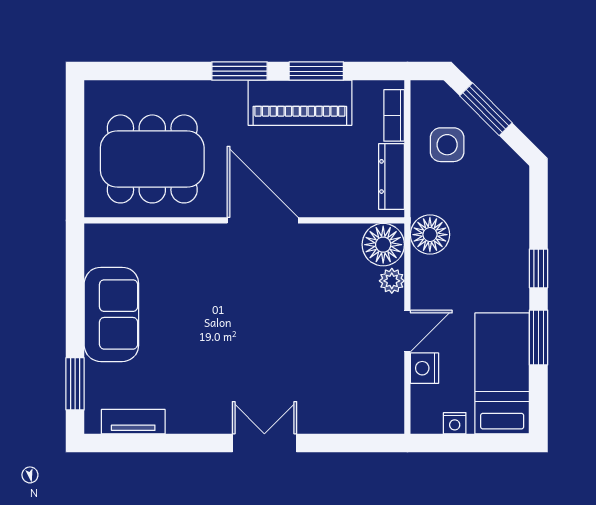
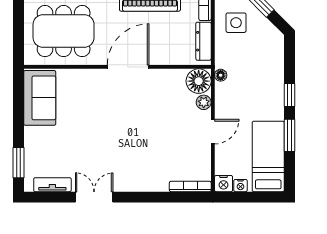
door: (263, 220) -> (128, 67), hinge flipped
floor lamp: (430, 235) -> (221, 75), width x0.53, depth x0.53
sofa: (111, 314) -> (40, 98), moved
nightstand: (424, 368) -> (224, 184), moved, turned -90
bookcase: (369, 425) -> (190, 186), added
double door: (264, 443) -> (94, 197), moved

